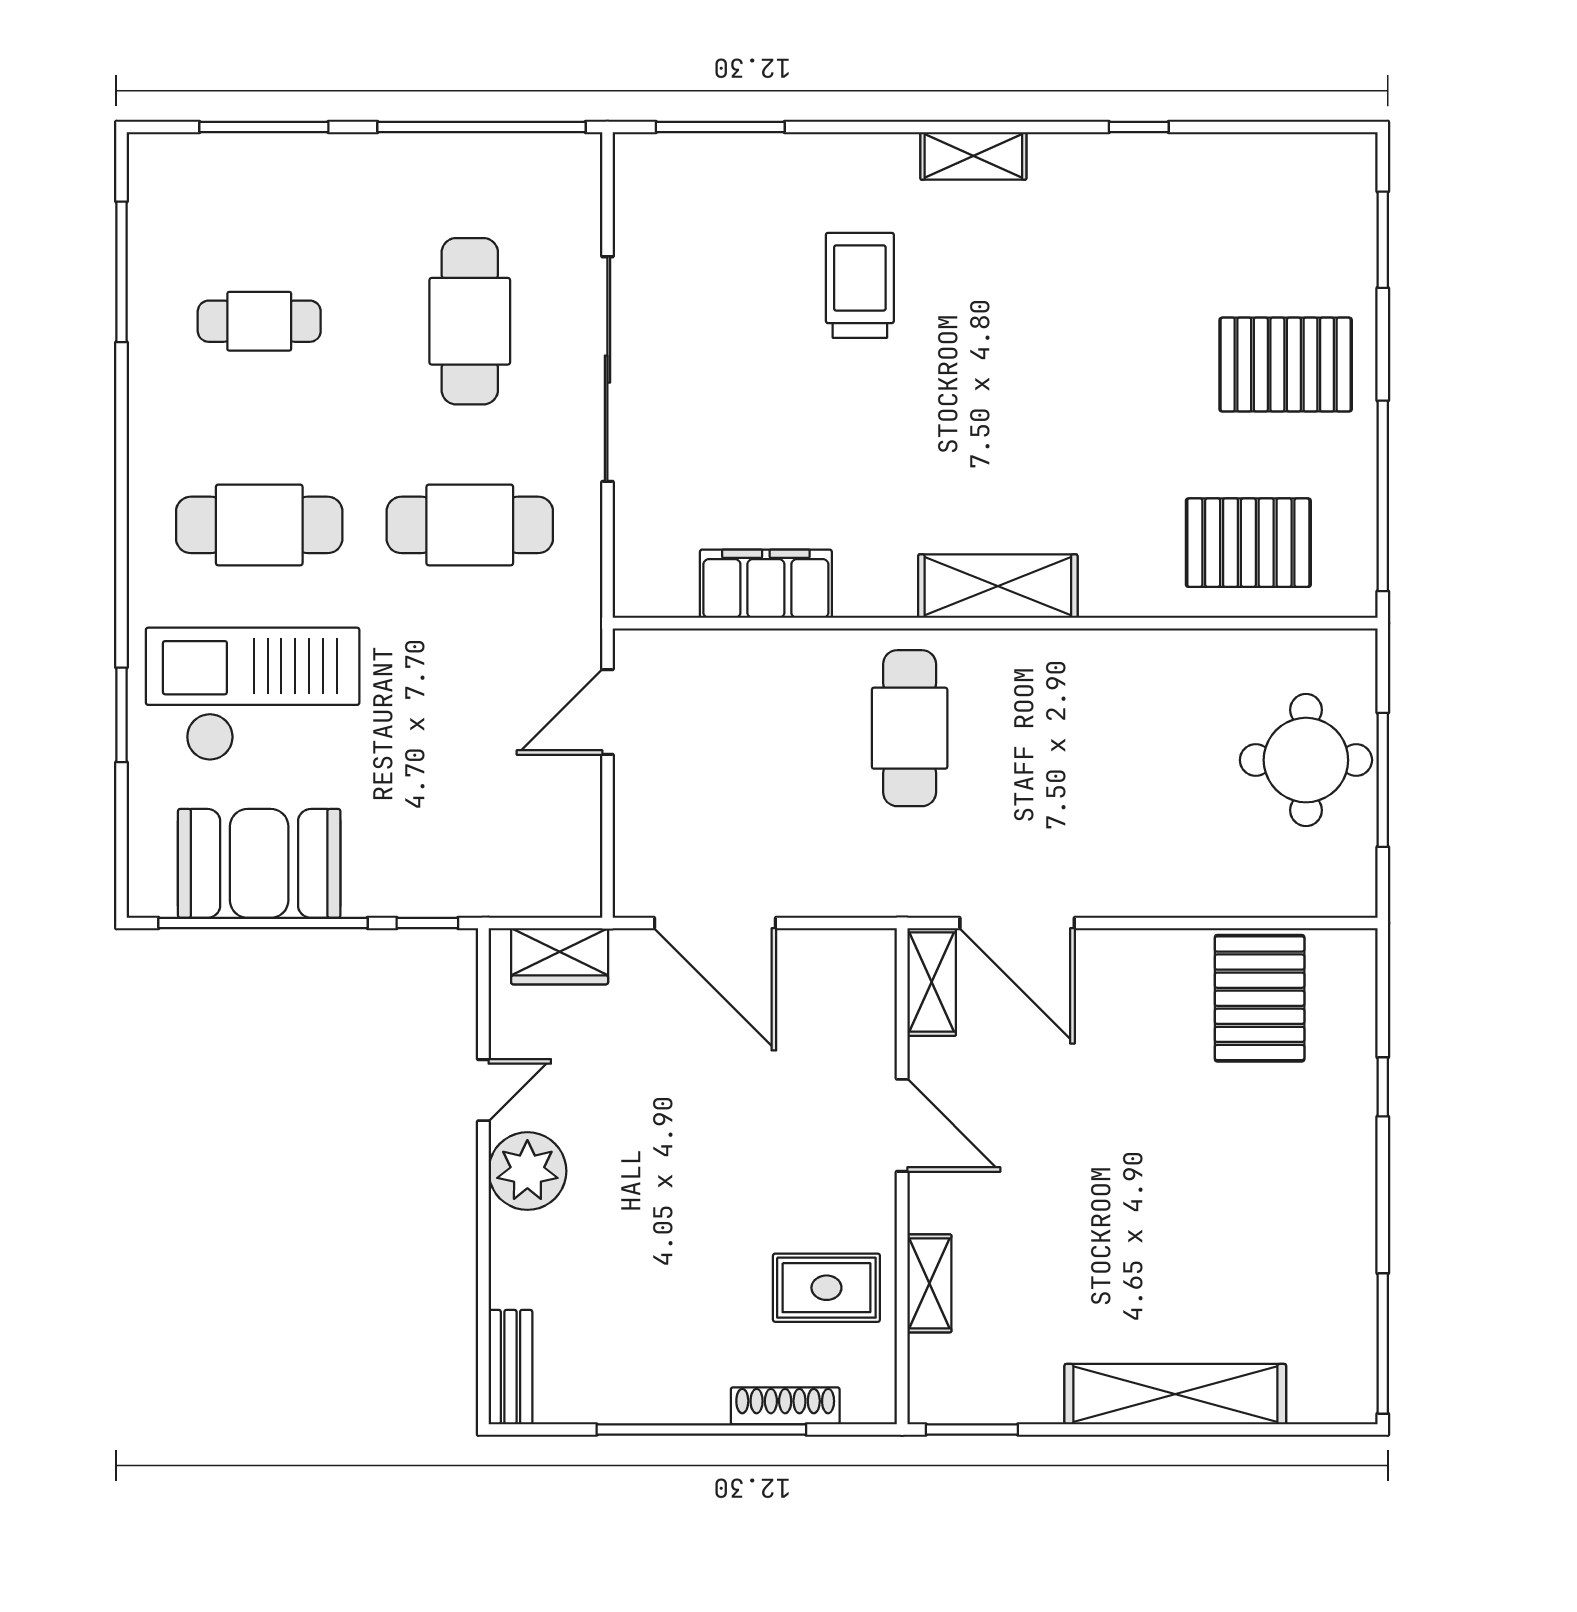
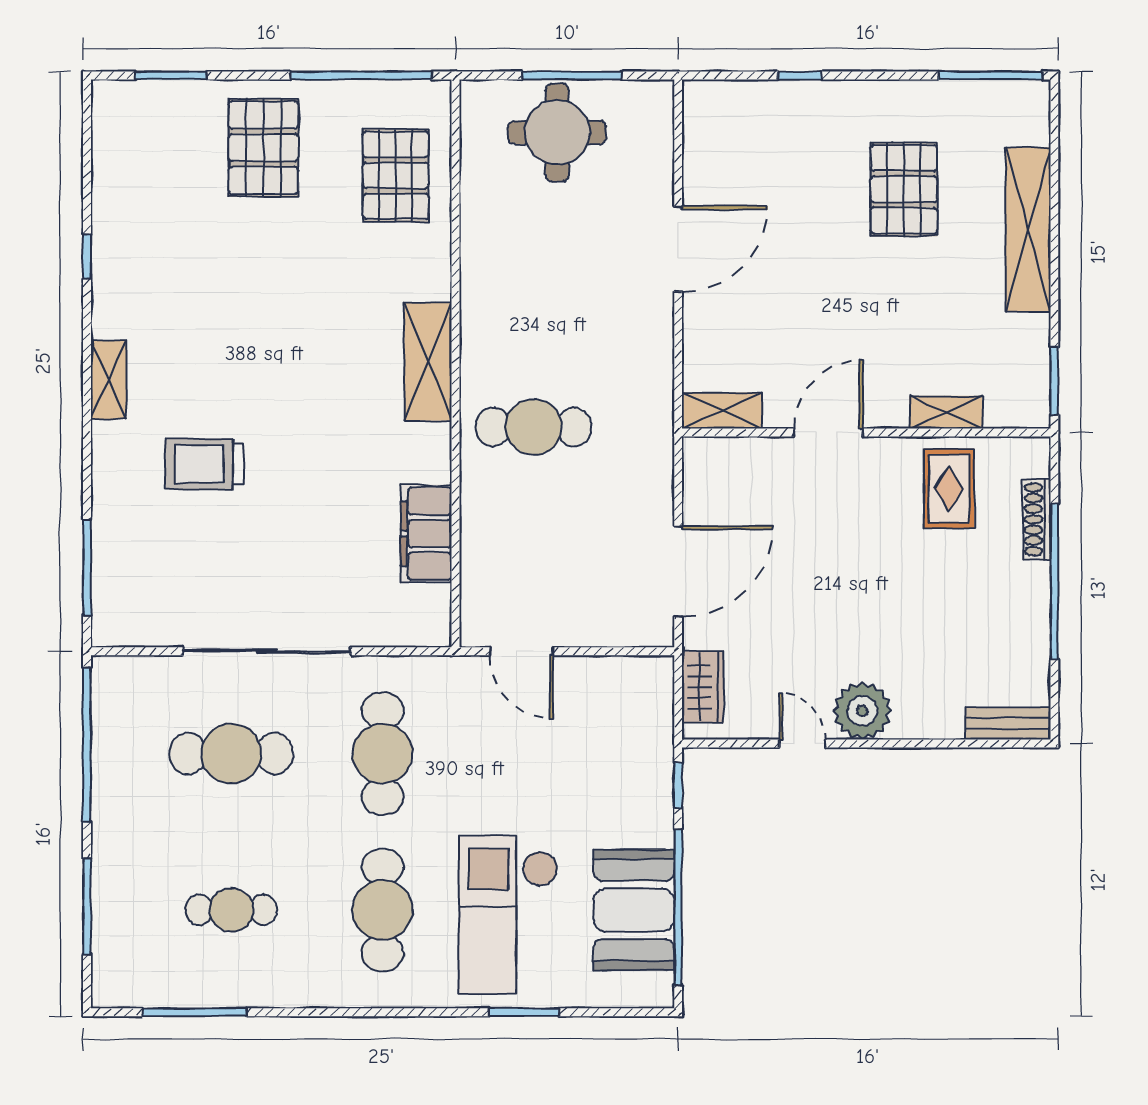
cafe table: (259, 321) -> (231, 910), turned 90
door: (1017, 923) -> (678, 249), moved
pallet: (1260, 998) -> (904, 189), moved, turned 90

